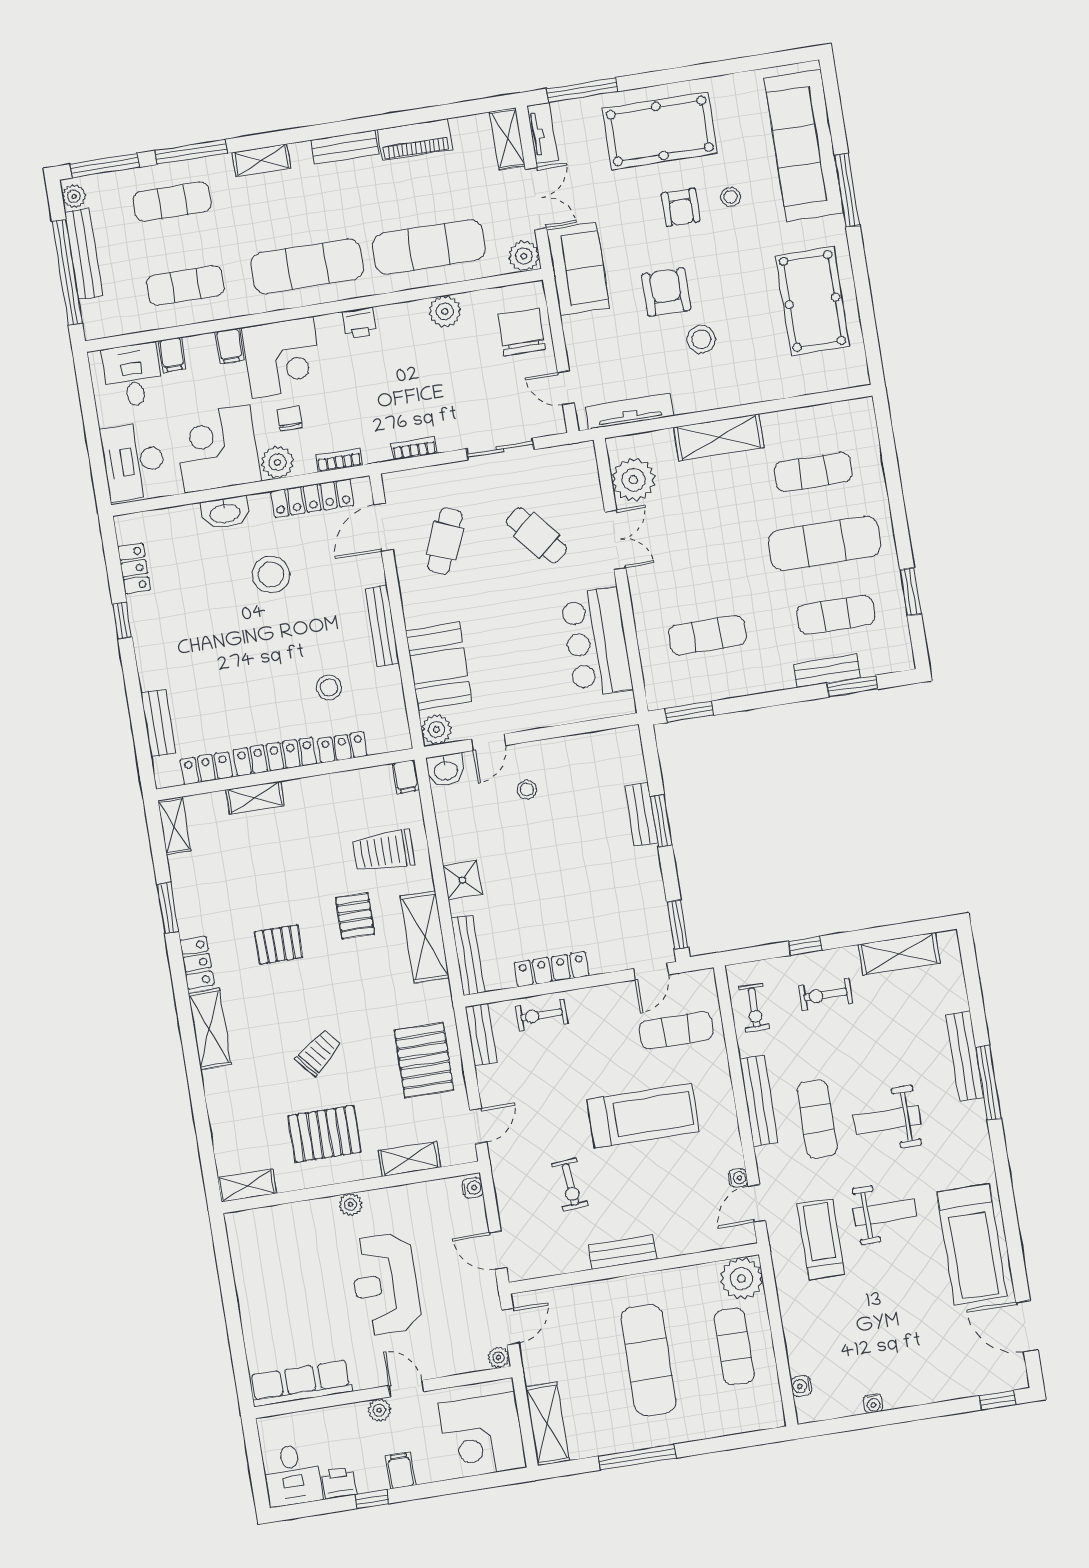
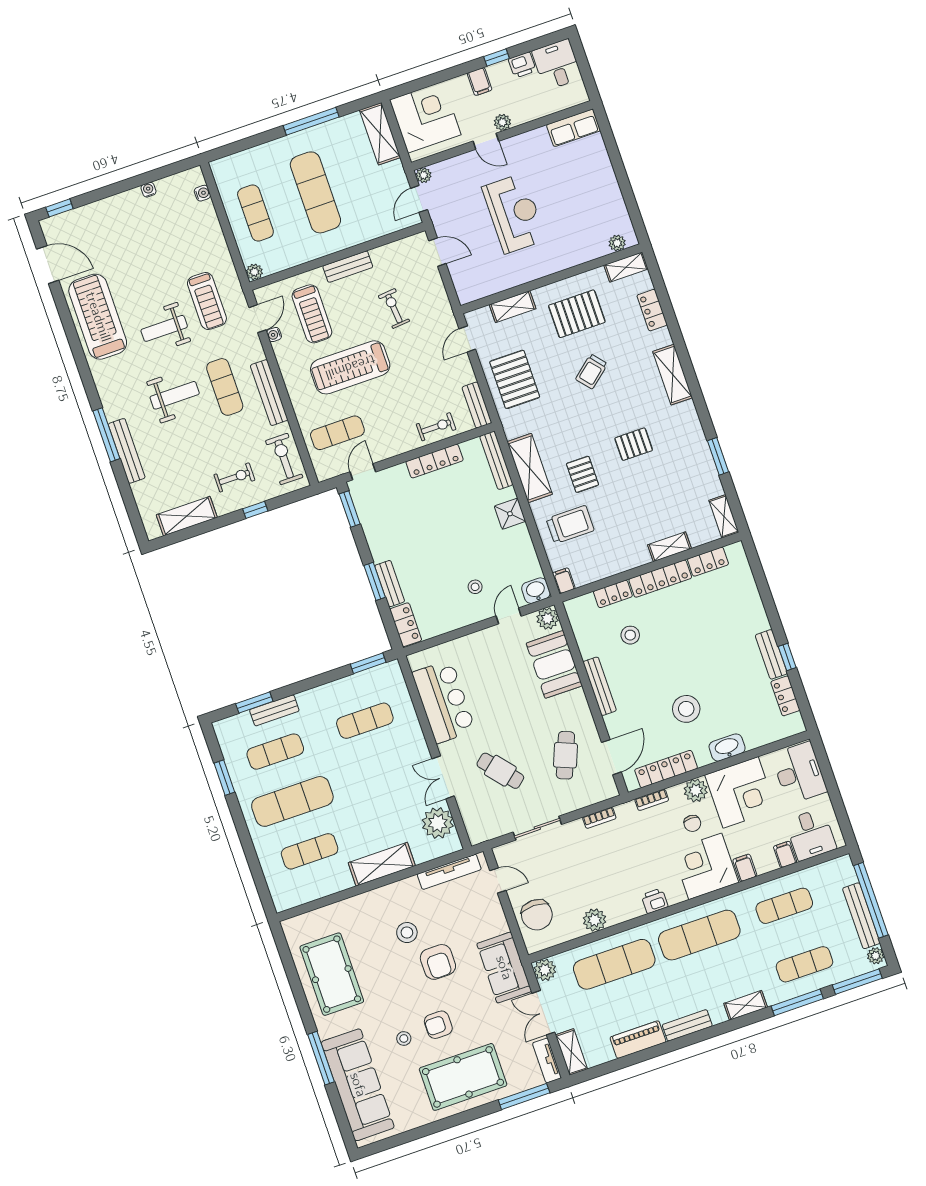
armchair: (681, 207) -> (438, 1025), turned -90
bench: (158, 723) -> (771, 654), moved
locker: (629, 755) -> (406, 625), added
locker: (197, 963) -> (652, 310), moved
exercise bike: (754, 1008) -> (284, 459), width x1.38, depth x1.39
water cooler: (473, 1188) -> (464, 294), removed
treadmill: (682, 1197) -> (312, 314), added
plant: (350, 1204) -> (617, 243), moved
plant: (742, 1279) -> (254, 272), width x0.53, depth x0.53
row of seats: (301, 1383) -> (573, 128), width x0.68

